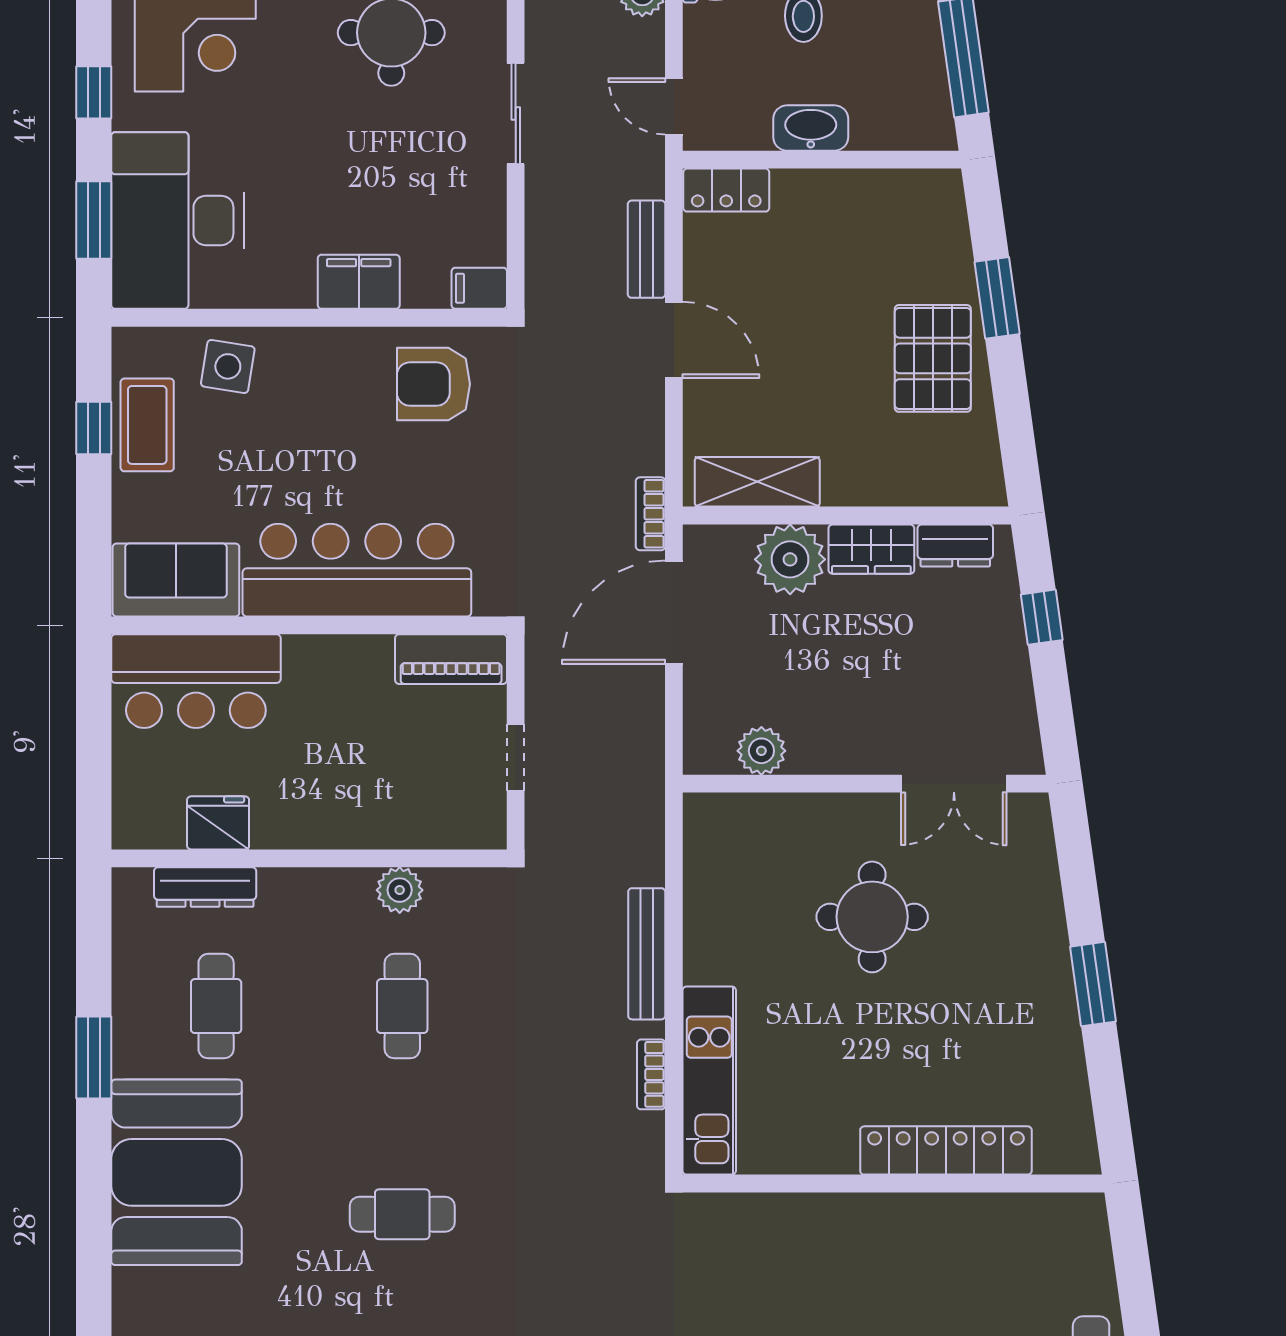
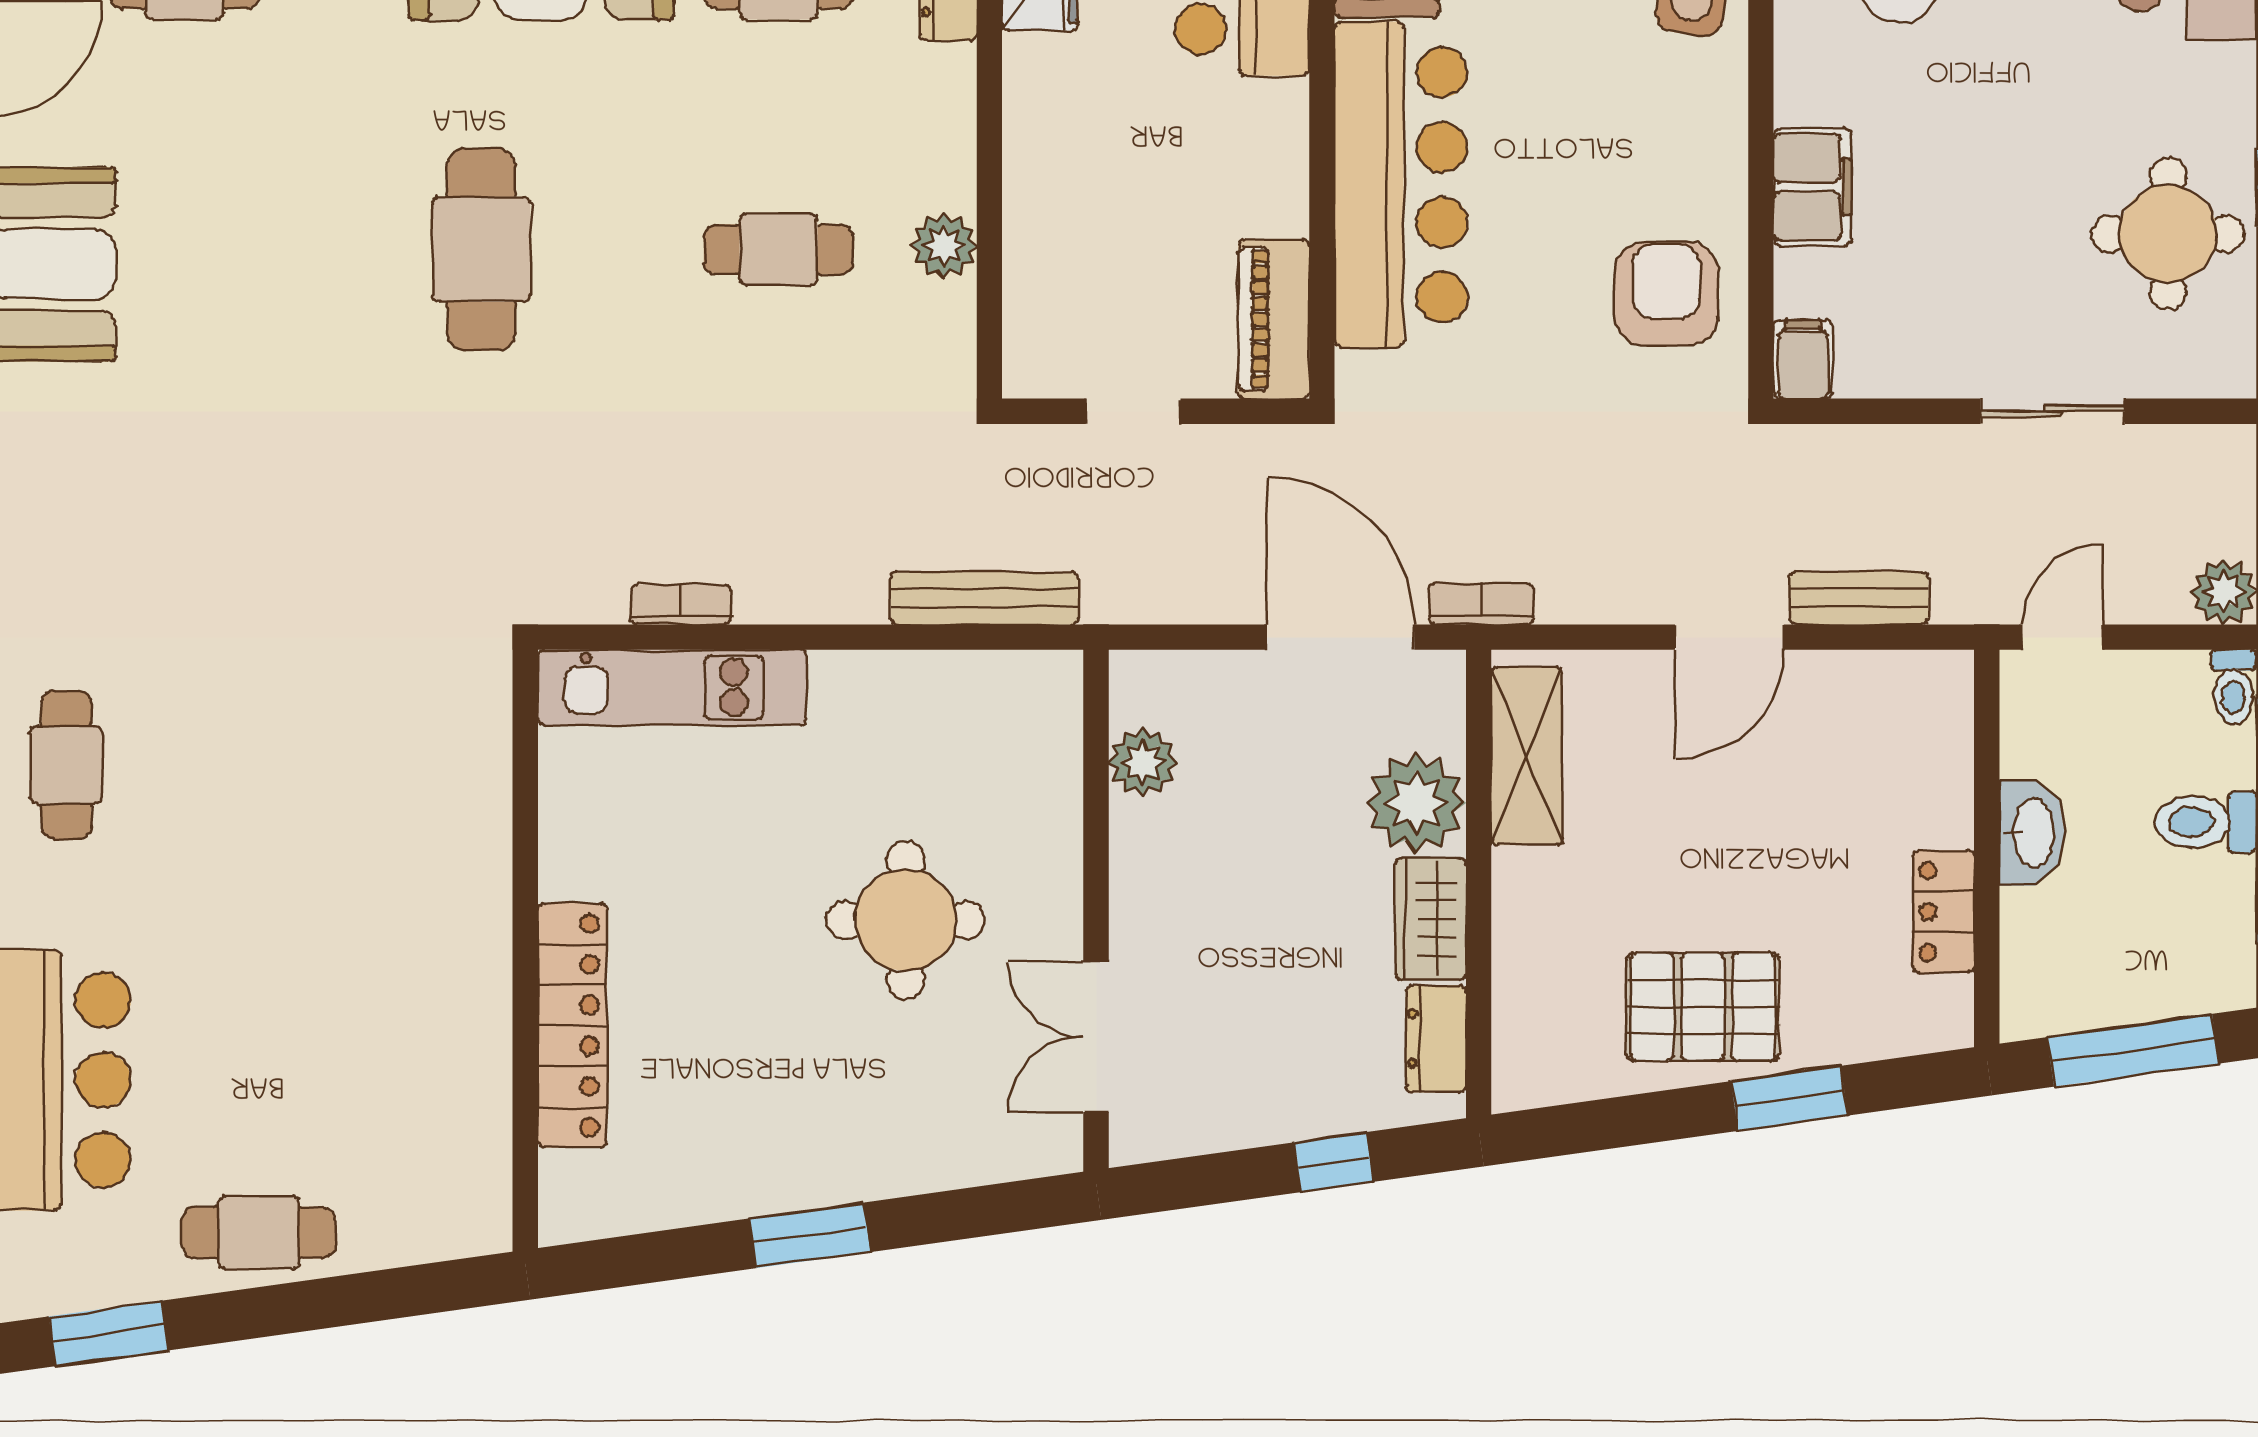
locker: (726, 190) -> (1943, 912), moved
bench: (647, 954) -> (984, 598), moved
cafe table: (402, 1214) -> (481, 249), width x1.37, depth x1.35

